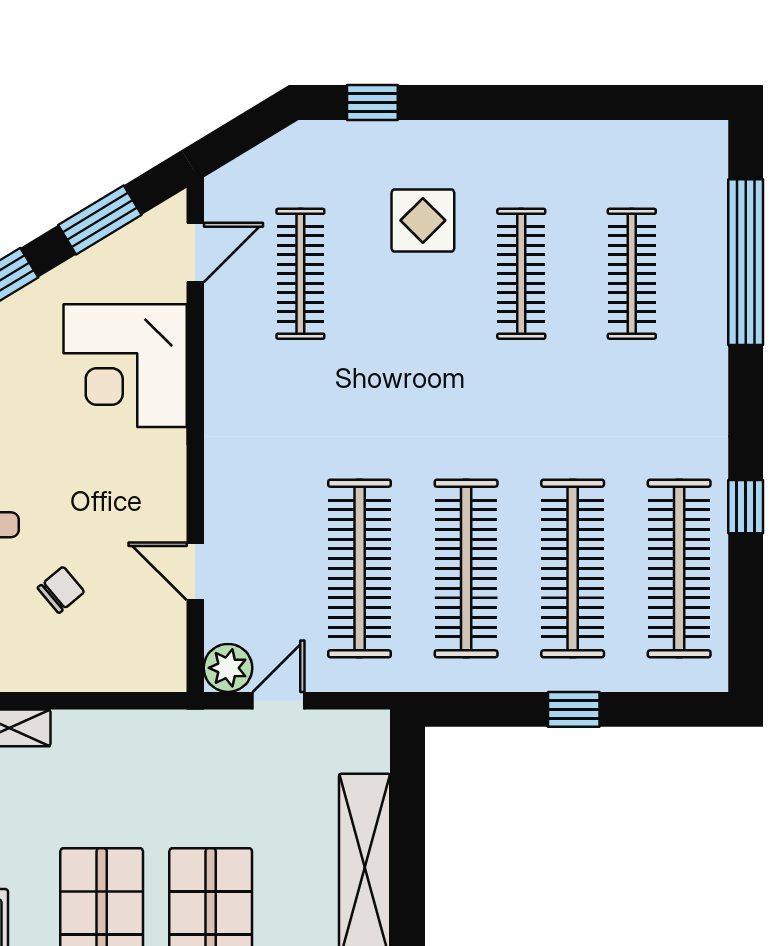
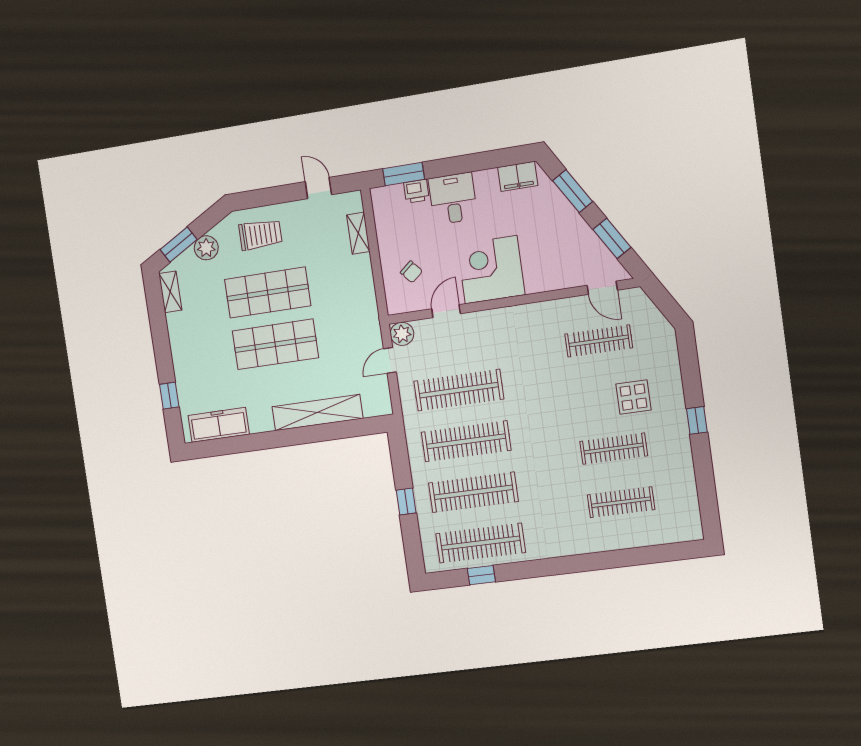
window: (372, 103) -> (697, 420), moved
window: (746, 262) -> (634, 557), removed
corner desk: (125, 366) -> (491, 270), moved
window: (746, 507) -> (481, 575), moved
chair: (61, 590) -> (411, 272), moved
door: (278, 701) -> (390, 360), swing flipped

